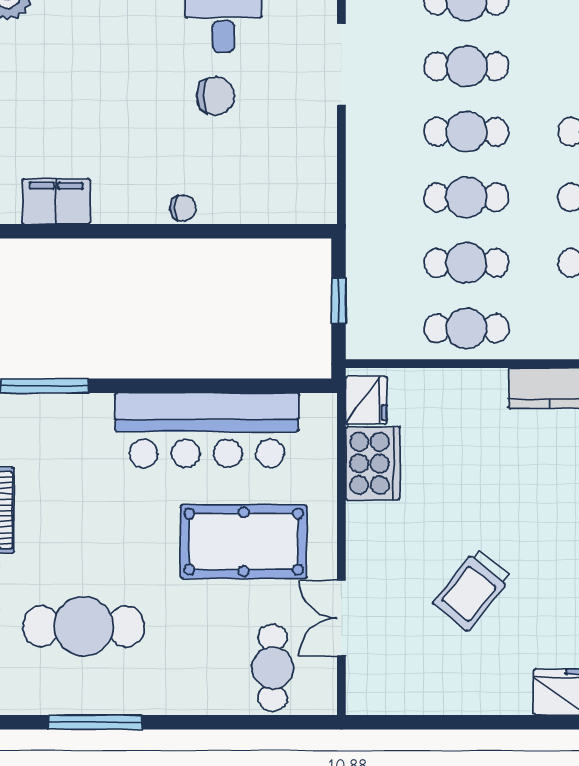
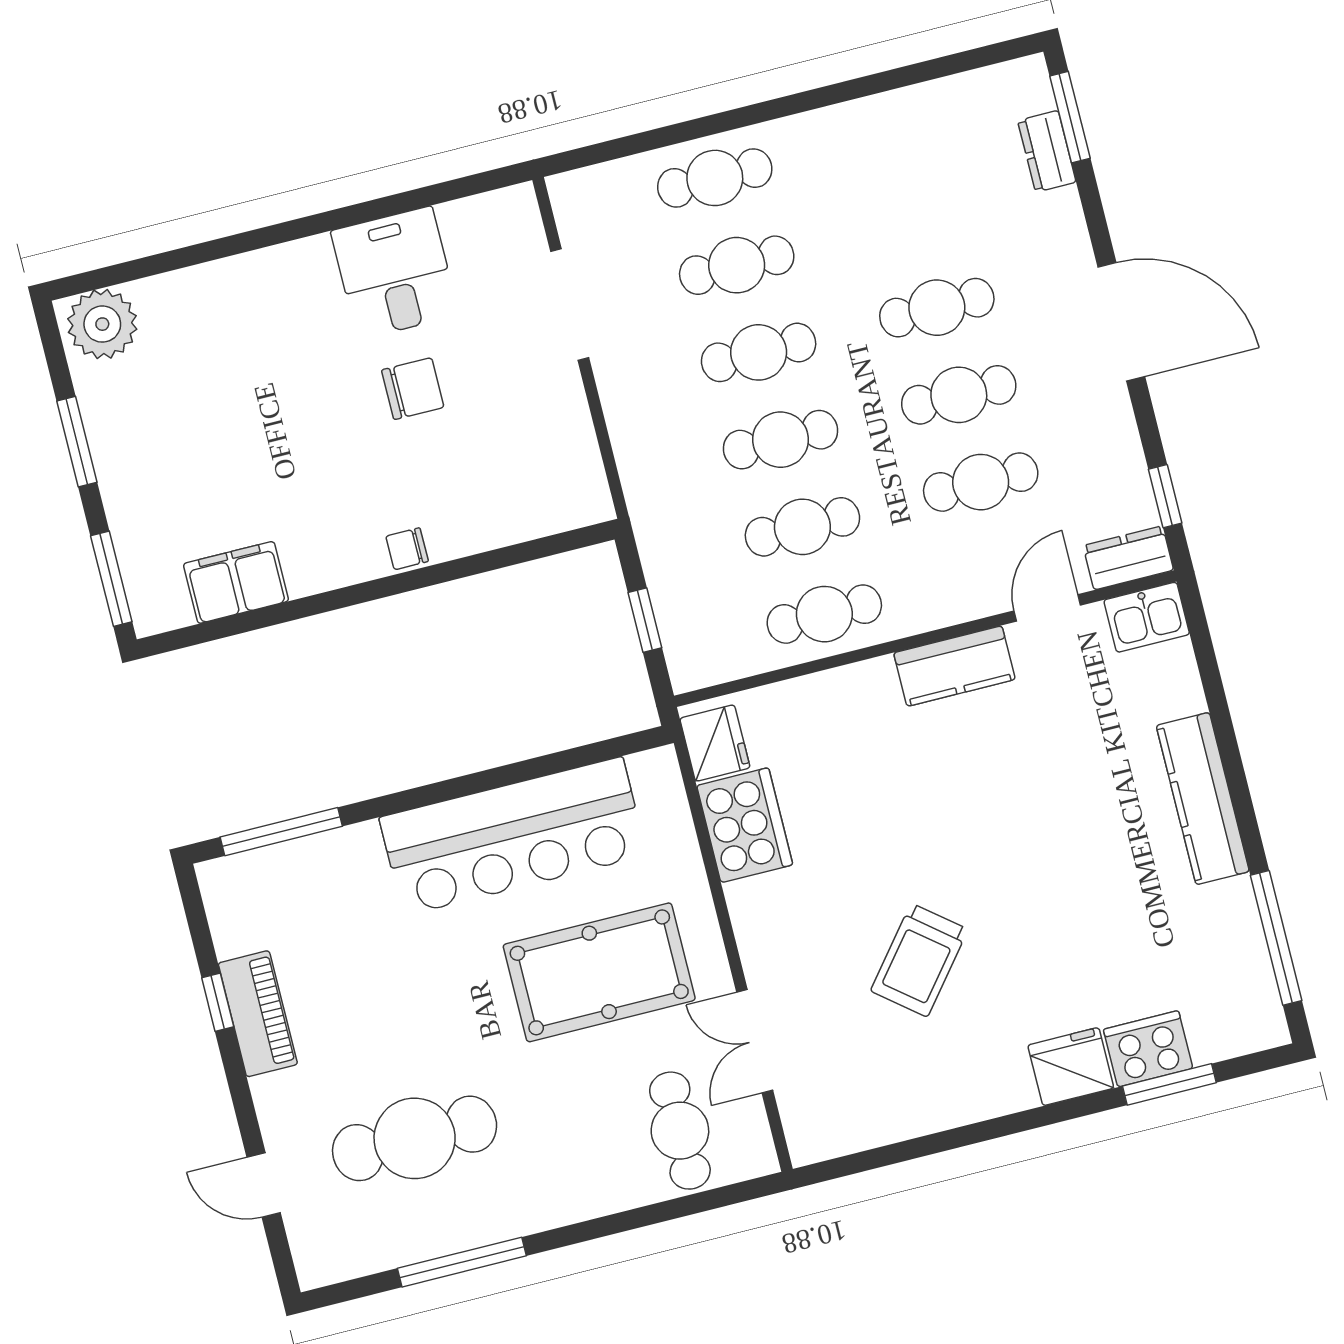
chair: (183, 208) -> (407, 549), turned 180

